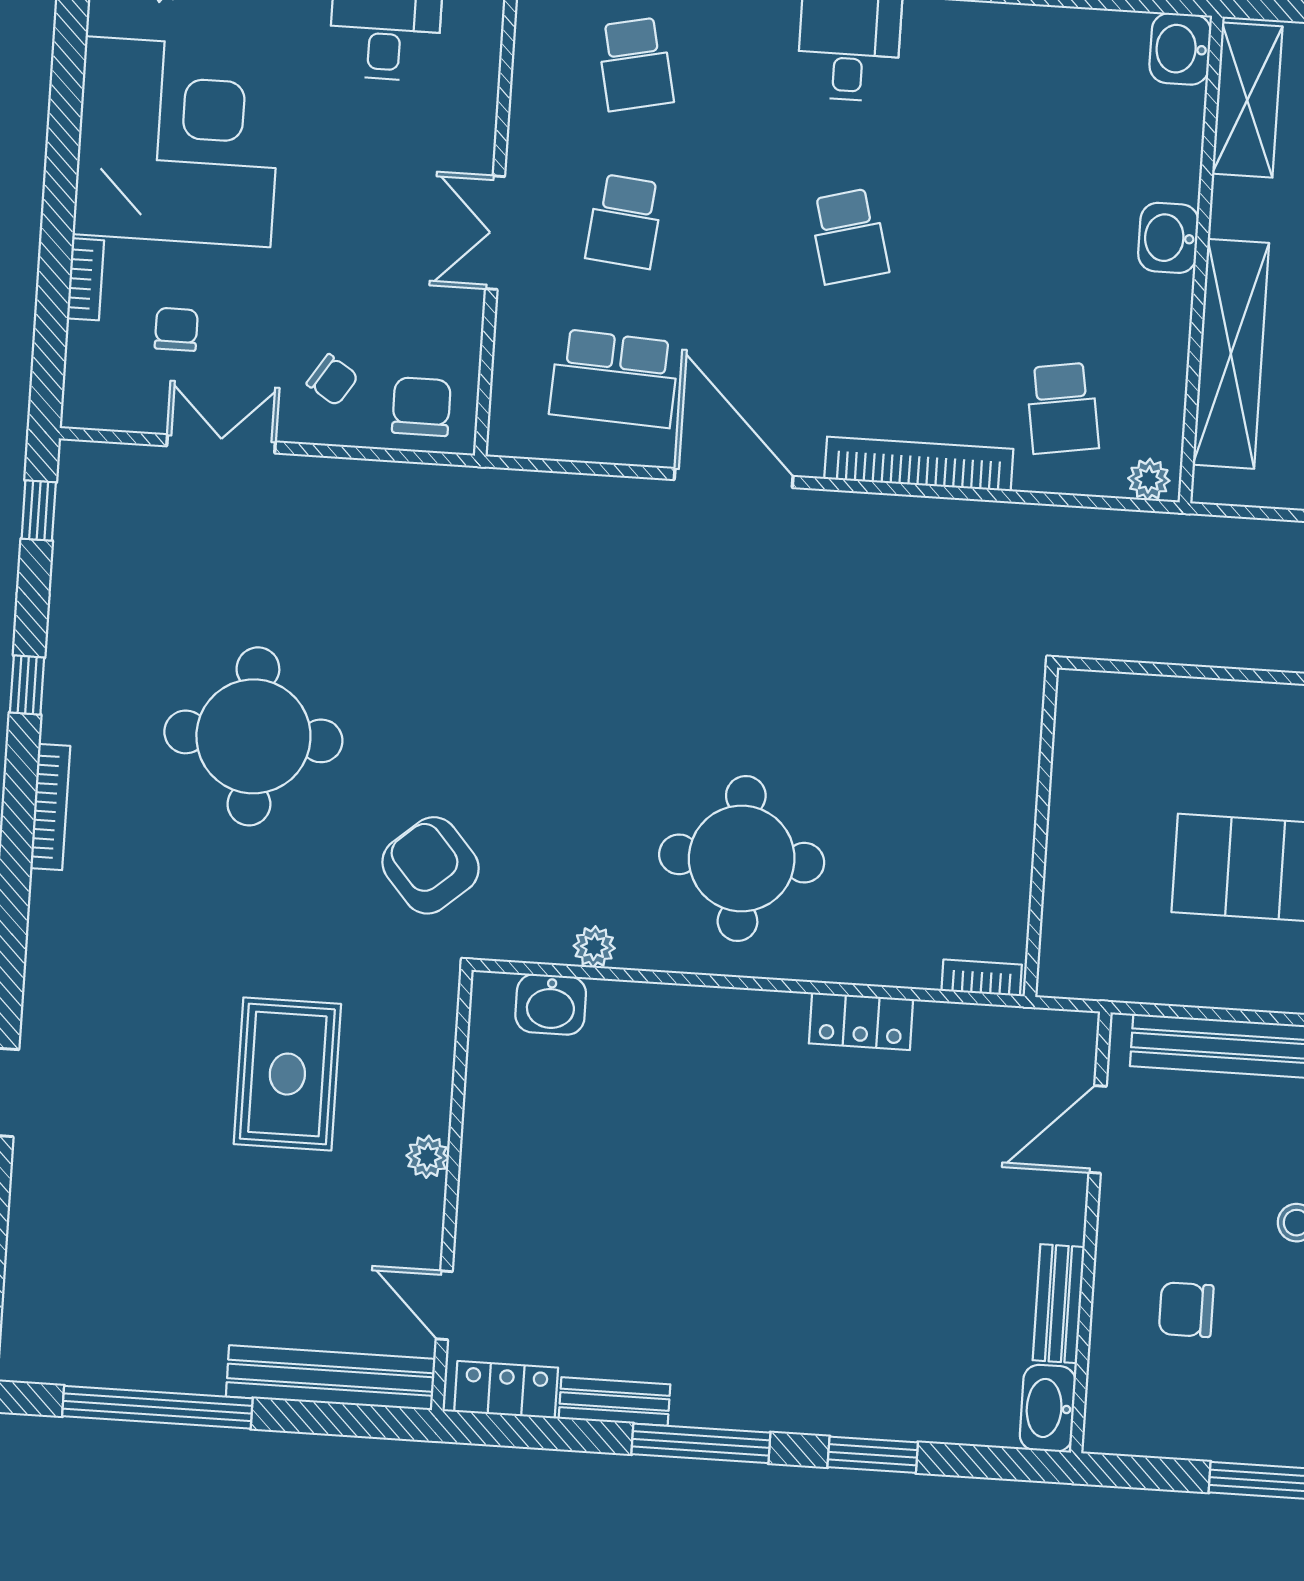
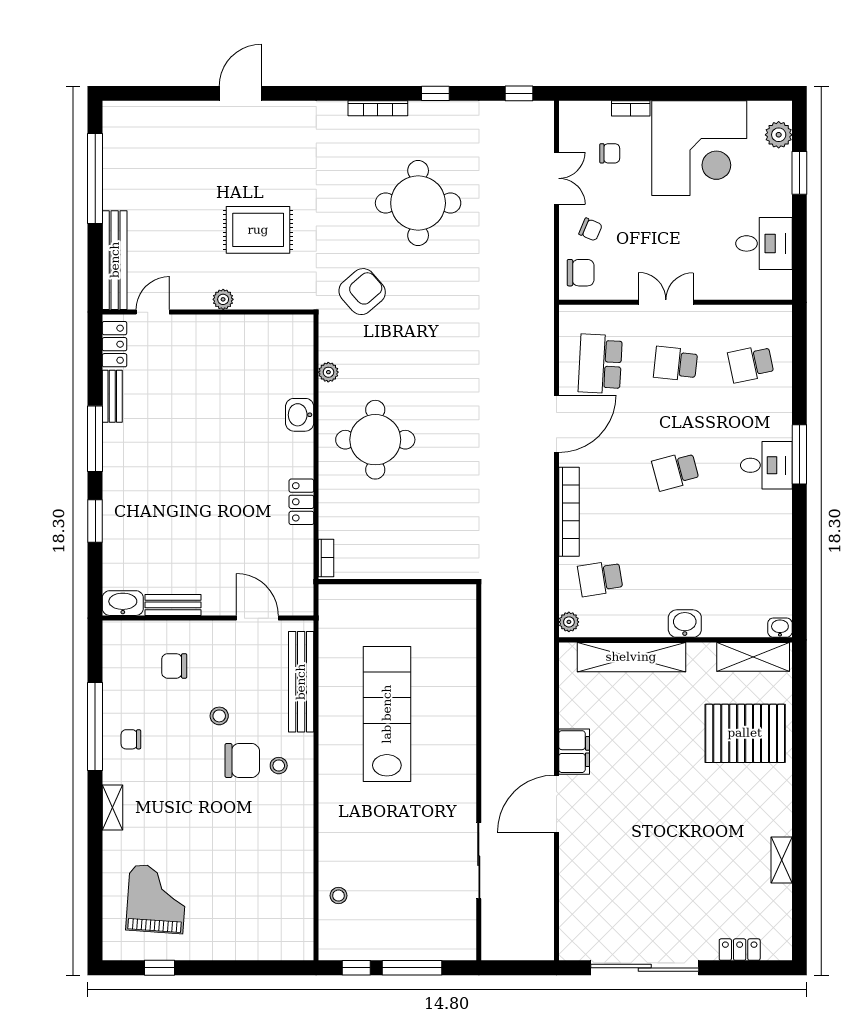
washbasin: (1180, 49) -> (780, 628), width x0.72, depth x0.69
chair: (332, 380) -> (591, 229), turned -100
washbasin: (551, 1004) -> (300, 415), moved
chair: (1186, 1310) -> (174, 666), turned -90

